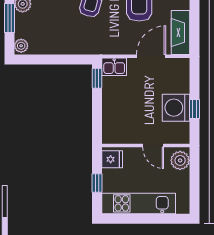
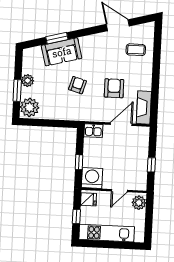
plant: (21, 46) -> (30, 107), width x1.88, depth x1.88
window: (97, 78) -> (79, 162), moved
washing machine: (176, 108) -> (92, 178), moved, turned 90
door: (153, 146) -> (119, 191), hinge flipped

